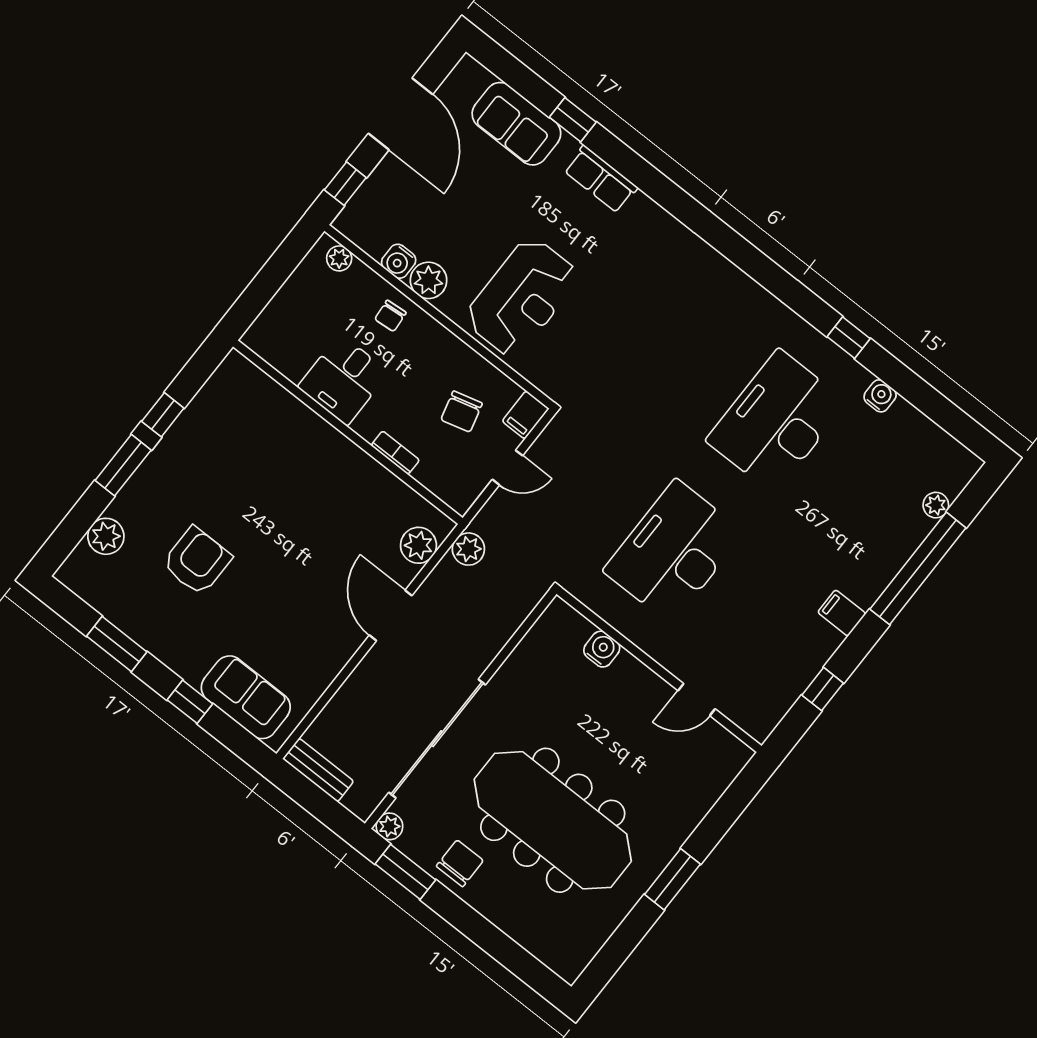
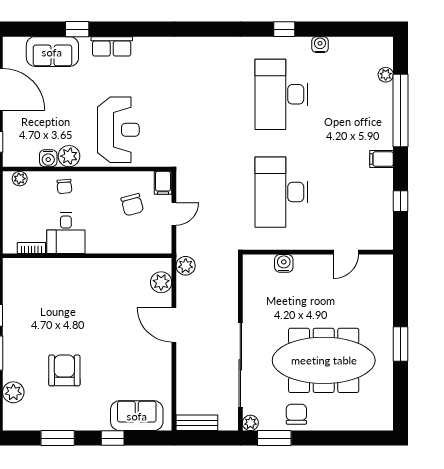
bookcase: (395, 453) -> (31, 248), moved

